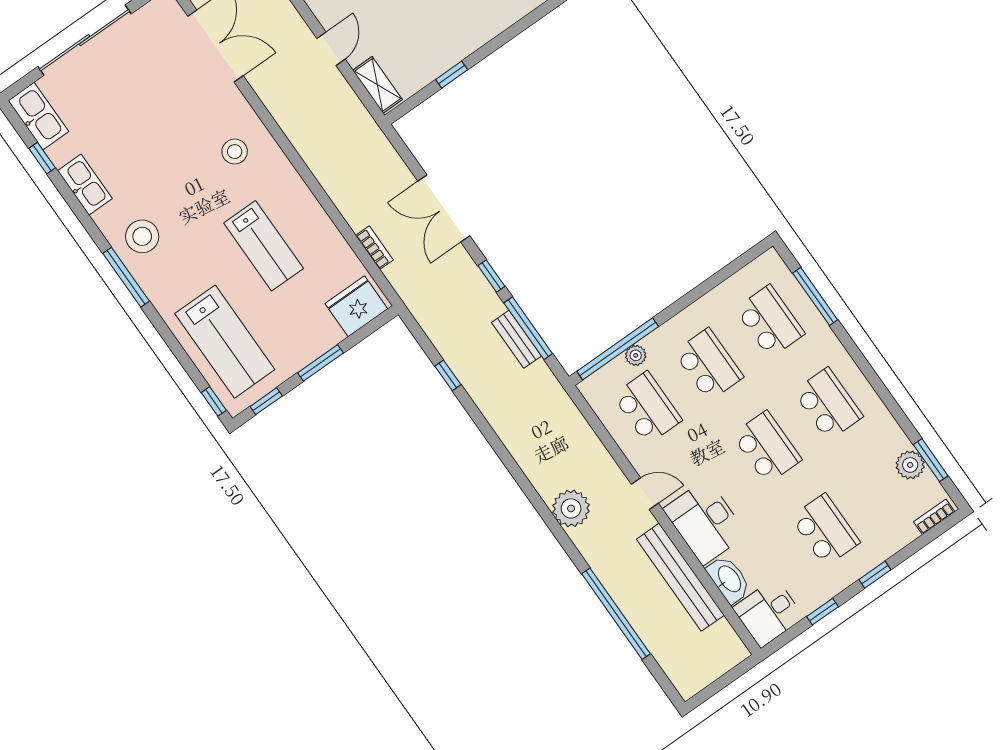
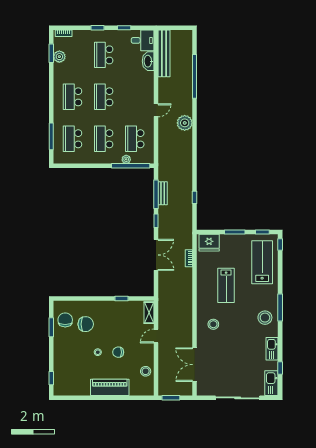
lab bench: (264, 246) -> (226, 285), turned 180
door: (645, 494) -> (156, 110), swing flipped
desk: (705, 522) -> (142, 86), removed
bench: (680, 577) -> (164, 53), moved

